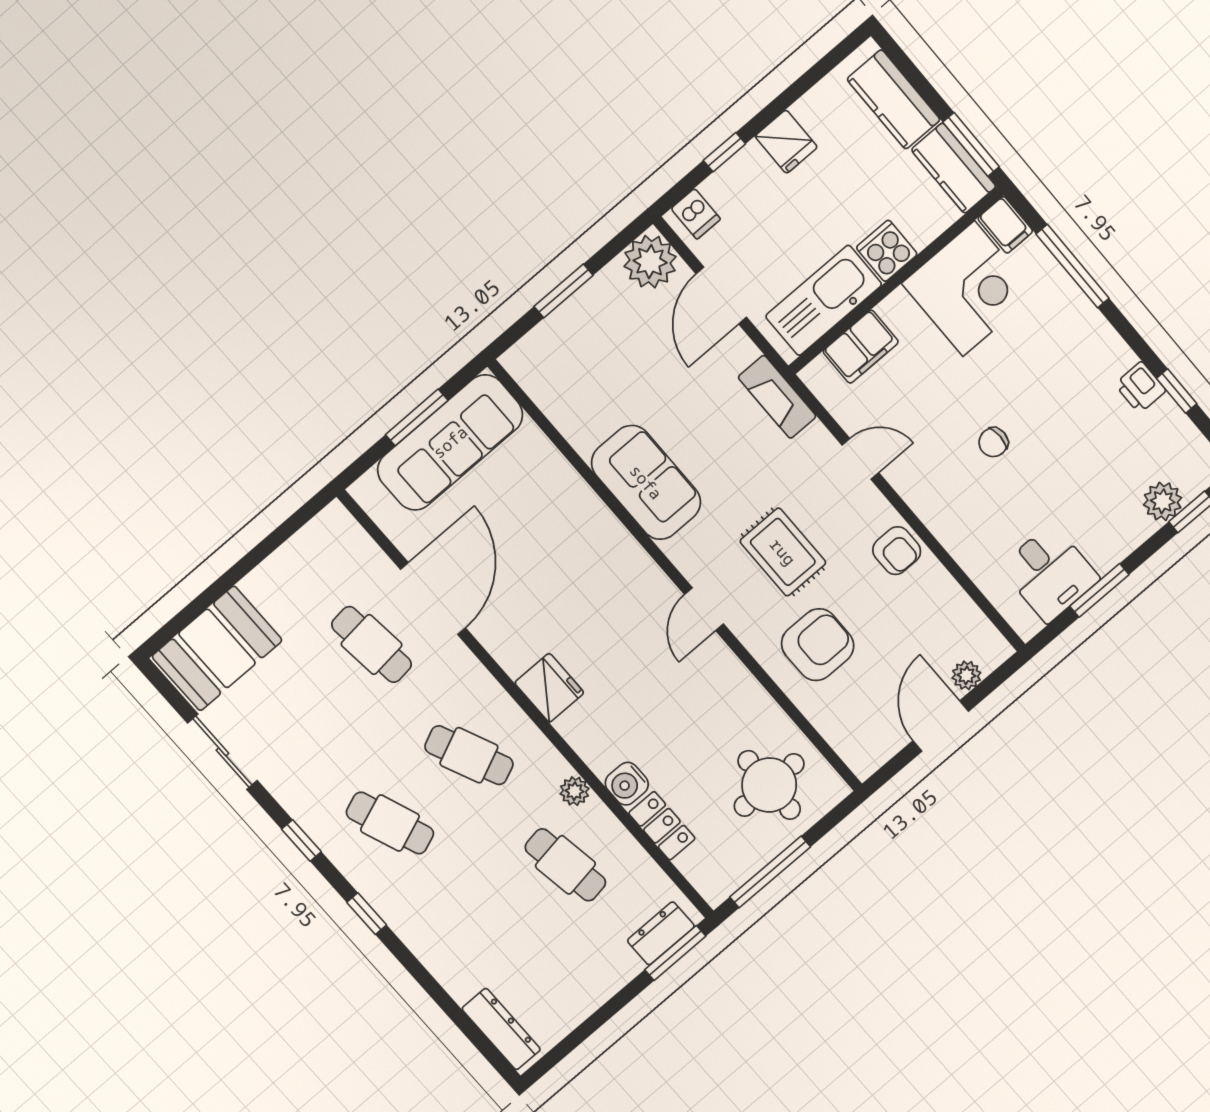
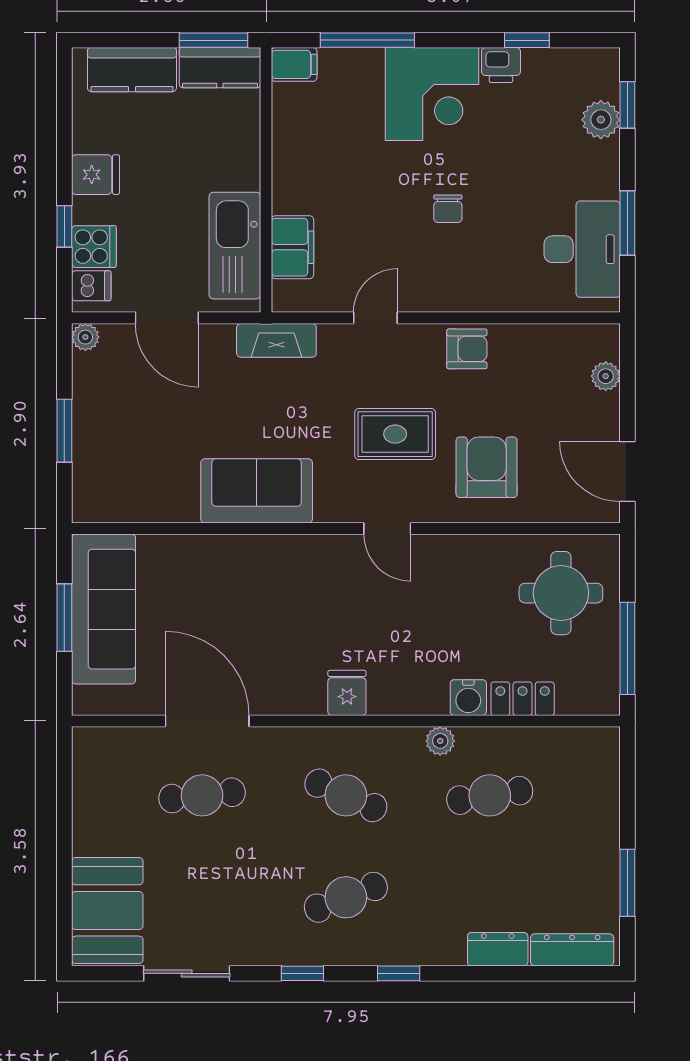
cooker: (887, 251) -> (94, 247), moved, turned 180
plant: (650, 262) -> (85, 337), width x0.53, depth x0.53
corner desk: (969, 289) -> (432, 94), moved, turned 90
desk: (1050, 573) -> (582, 249), width x1.37
fridge: (549, 688) -> (347, 693), width x0.72
door: (941, 726) -> (627, 472), moved
cafe table: (469, 755) -> (346, 795), turned 48
dresser: (661, 933) -> (498, 949), moved, turned 90
window: (675, 953) -> (627, 883), moved

